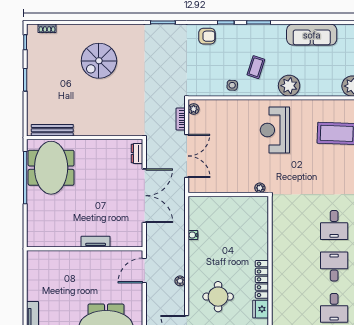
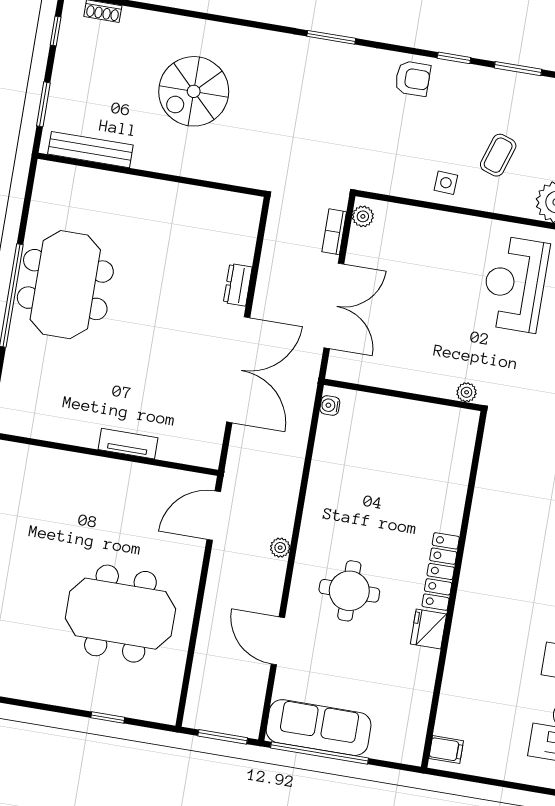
bench: (52, 130) -> (90, 150), moved
wall: (85, 138) -> (151, 175), moved
water cooler: (193, 235) -> (330, 405), moved

